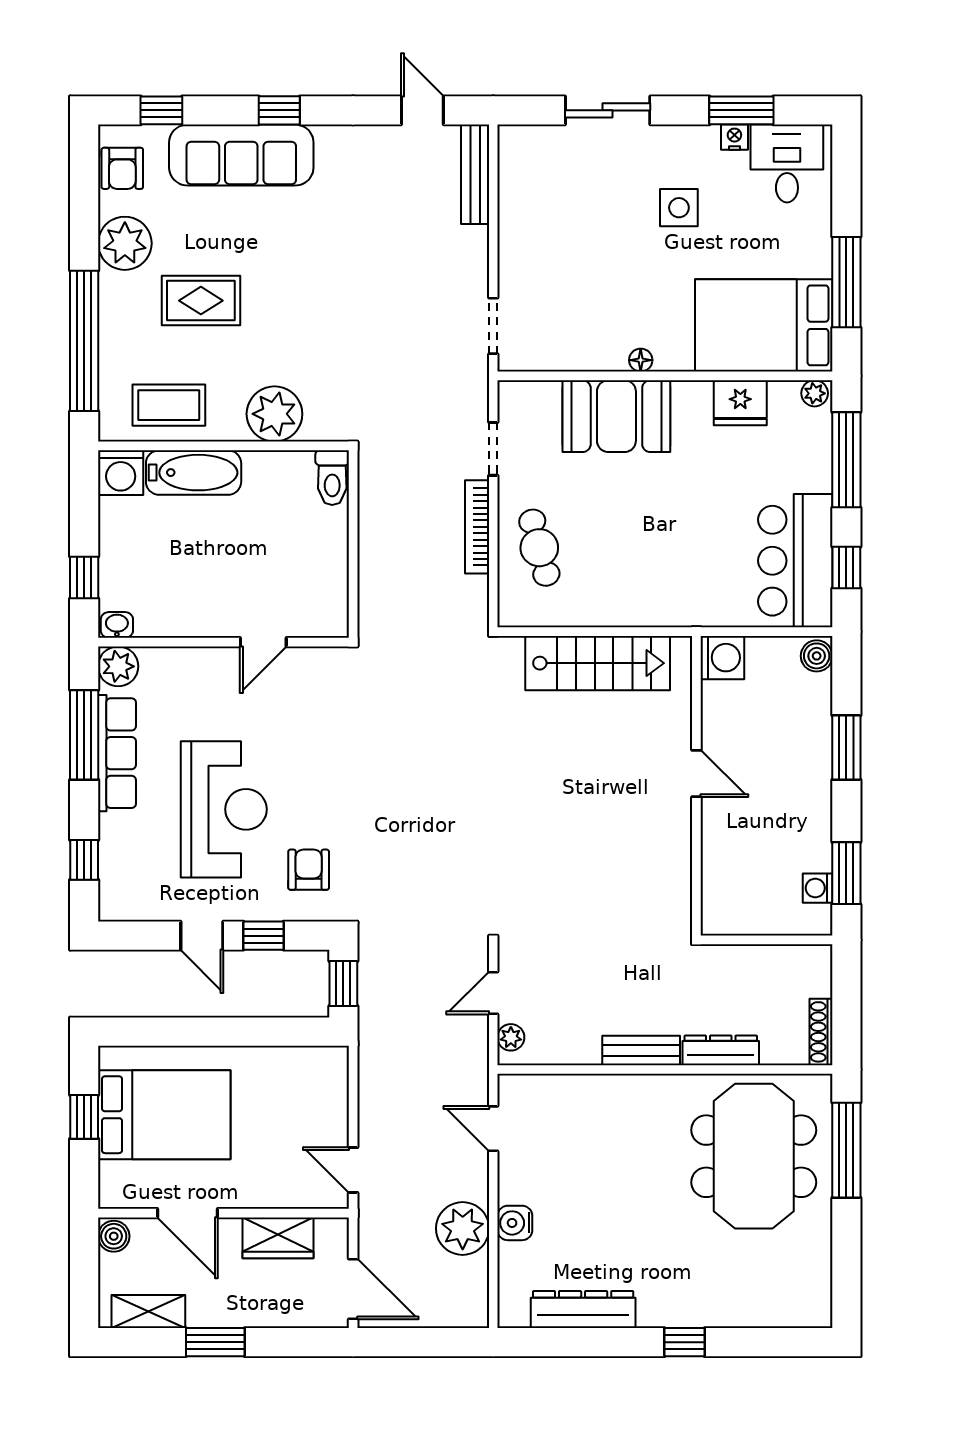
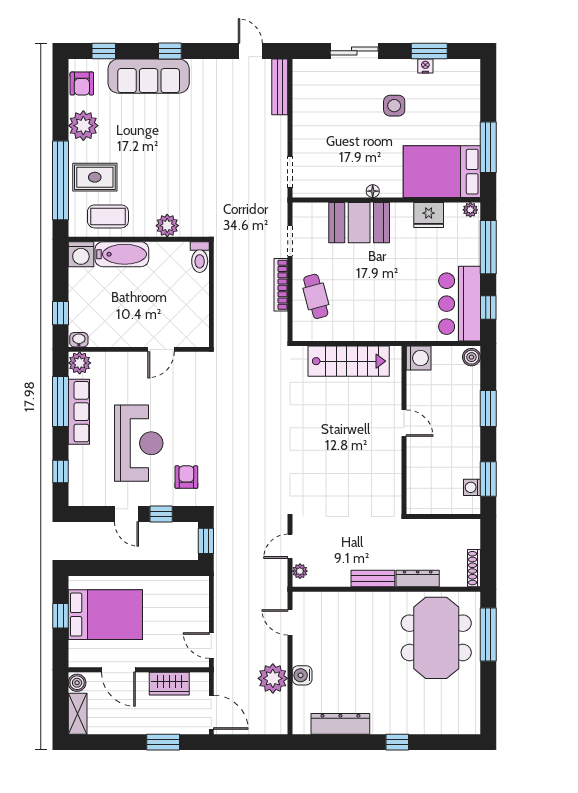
desk: (787, 163) -> (455, 81), removed
rug: (201, 301) -> (95, 177), moved
plant: (274, 414) -> (167, 226), width x0.73, depth x0.73
shelving: (148, 1312) -> (78, 714), moved, turned 90
window: (215, 1342) -> (163, 742), moved

